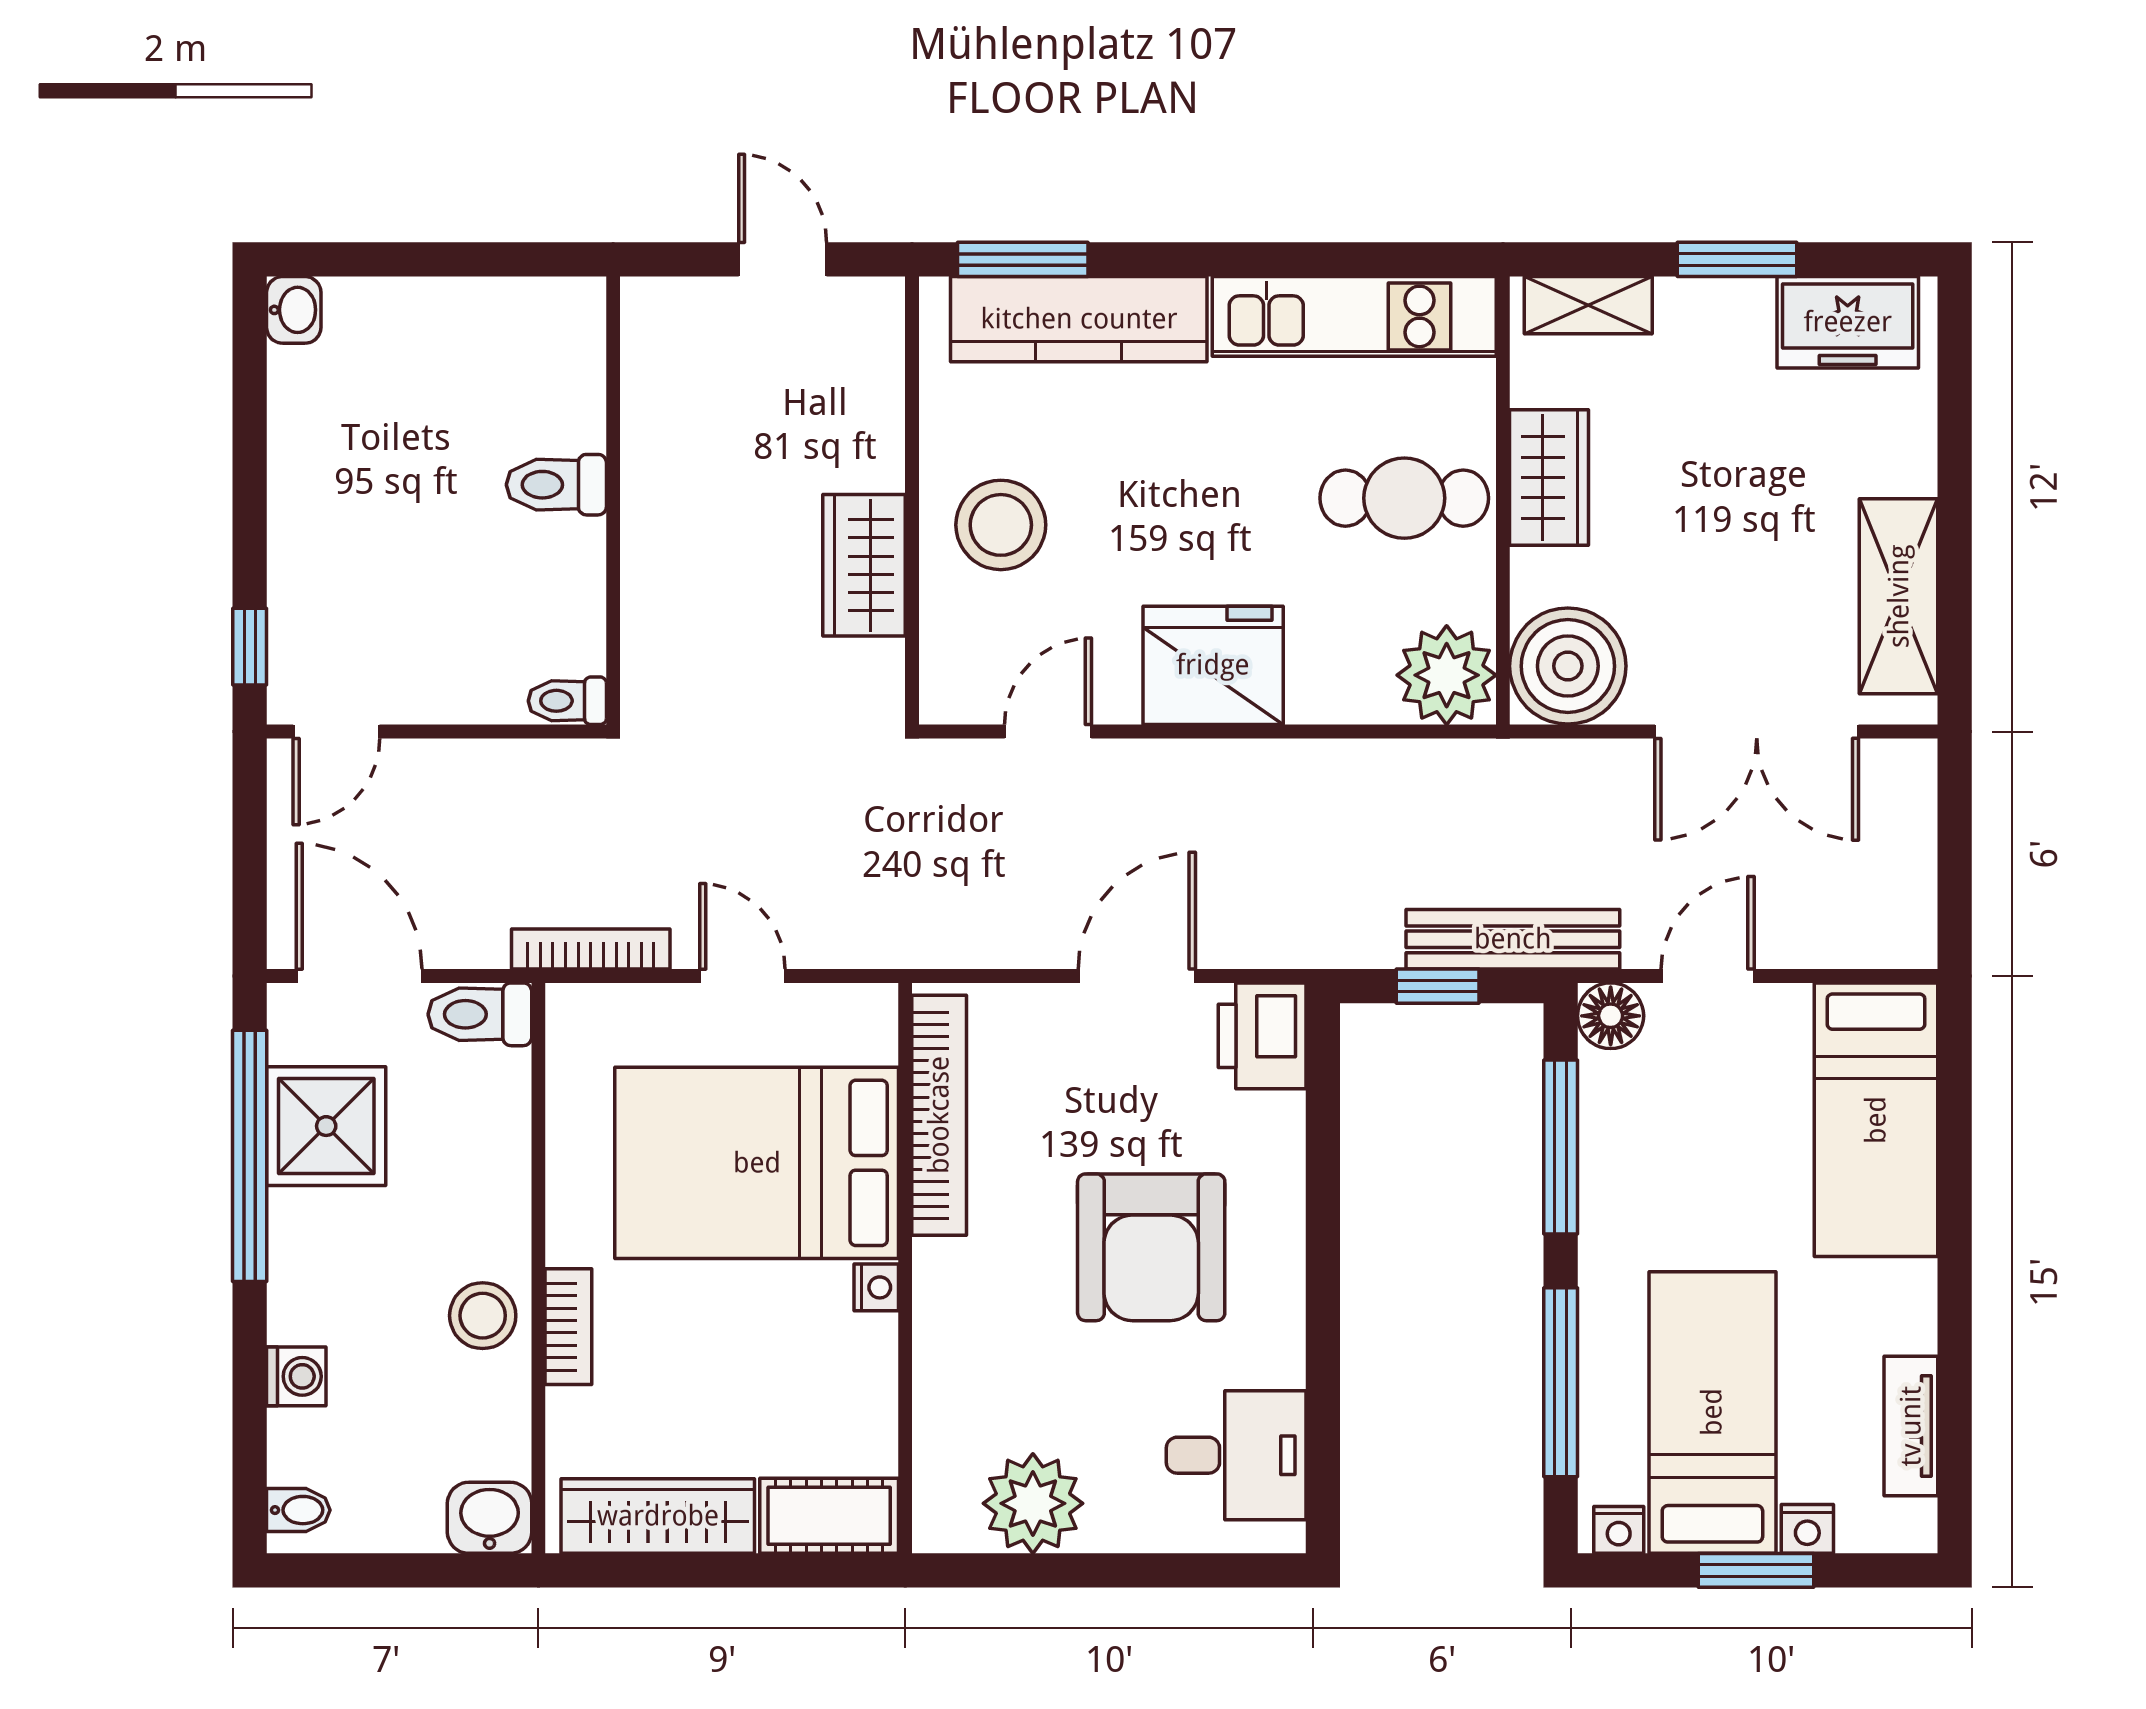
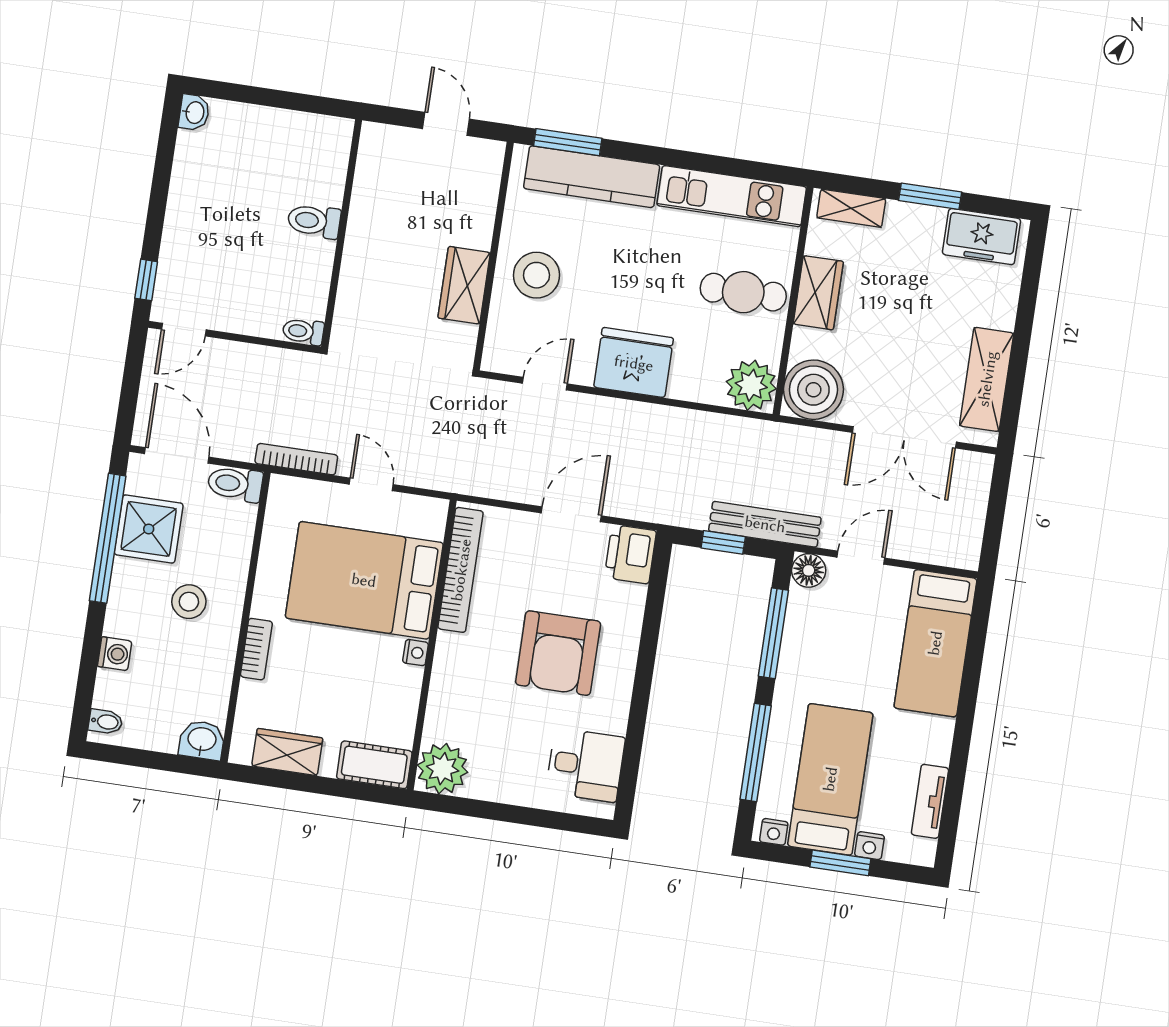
stool: (483, 1316) -> (189, 602), moved
plant: (1033, 1503) -> (443, 769), moved
wardrobe: (658, 1516) -> (287, 752), width x0.67

